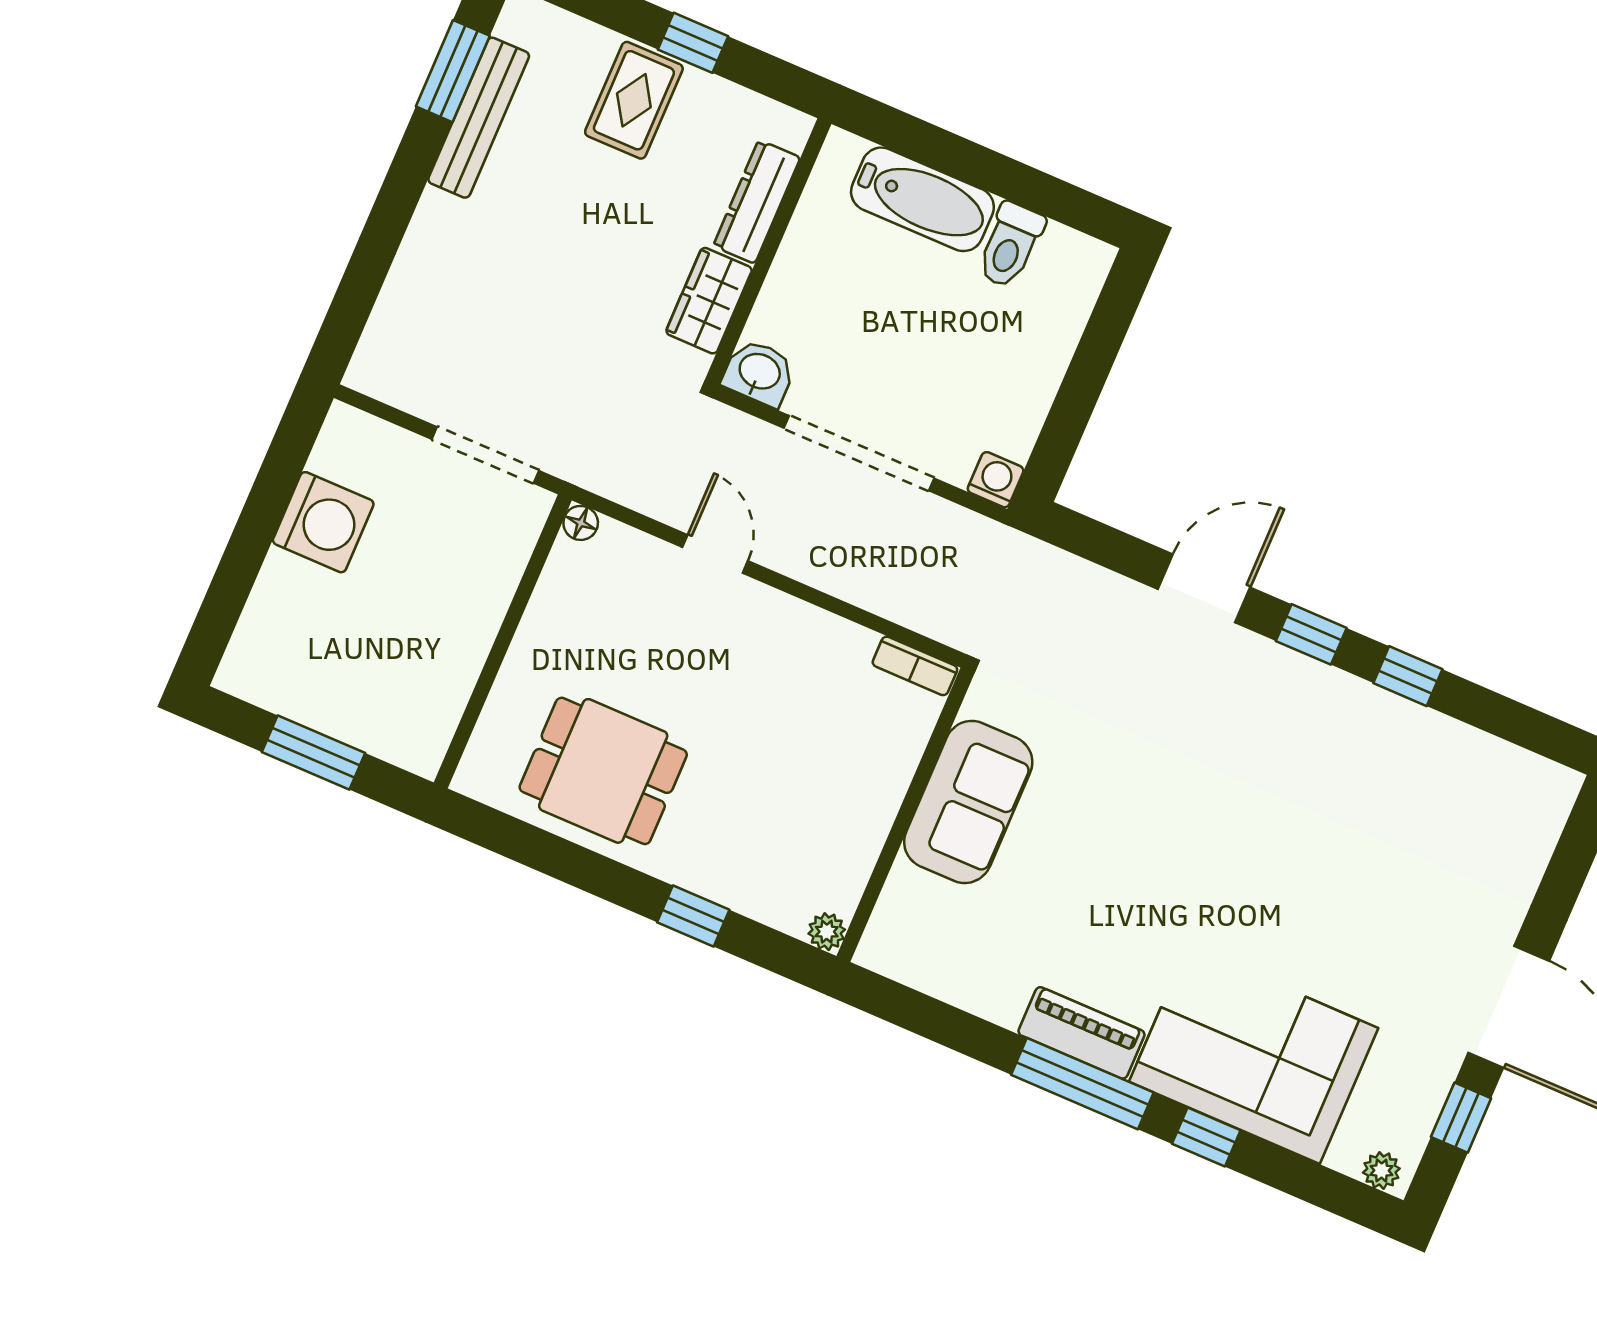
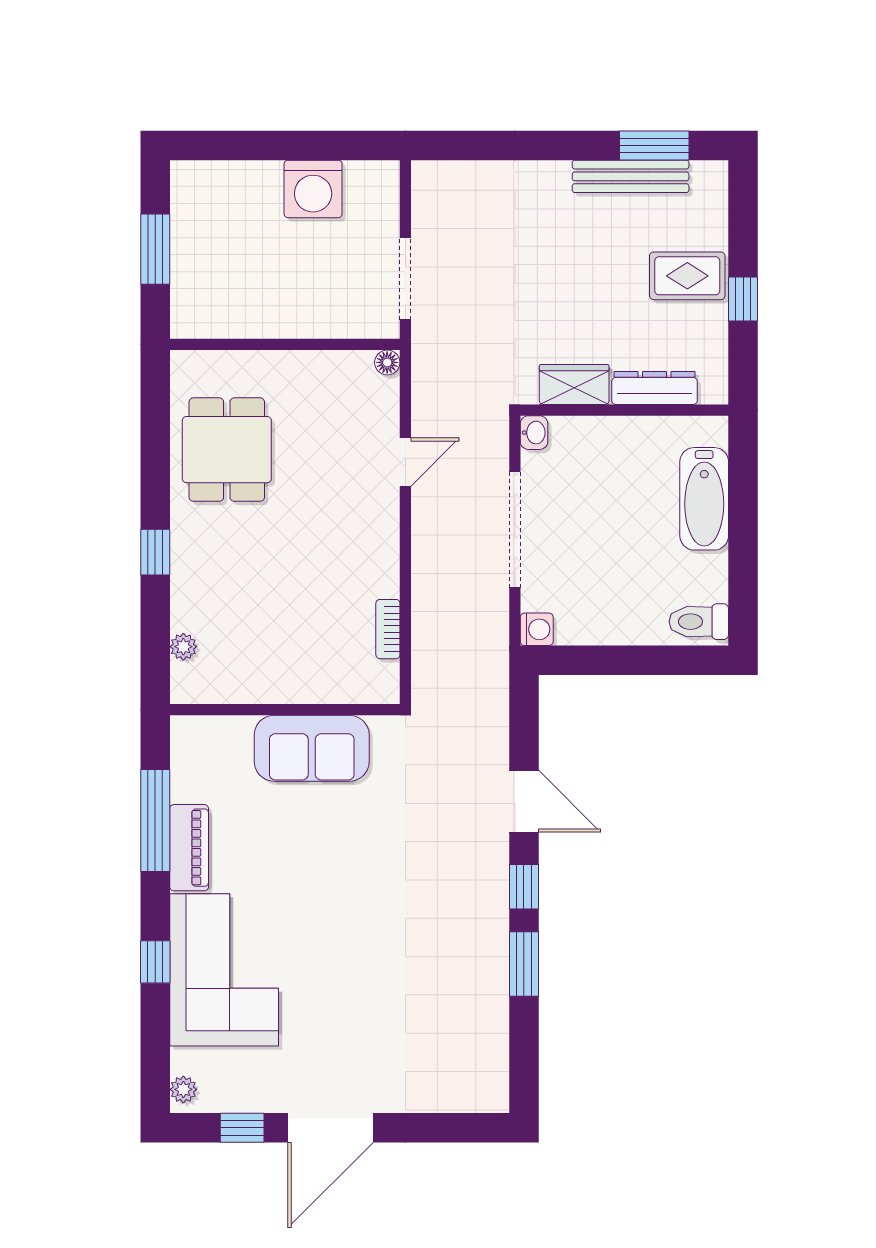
toilet: (1010, 245) -> (699, 622), moved
washbasin: (759, 373) -> (534, 433), width x0.72, depth x0.69
window: (1408, 676) -> (524, 964), width x1.50
sofa: (968, 802) -> (312, 748), moved
wall: (905, 815) -> (285, 710), moved
window: (1082, 1084) -> (155, 821), moved

